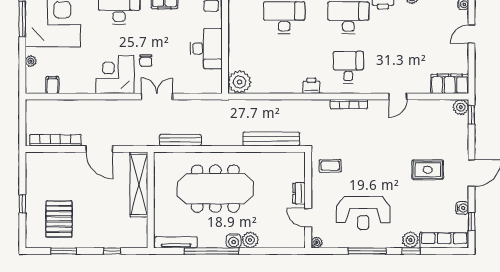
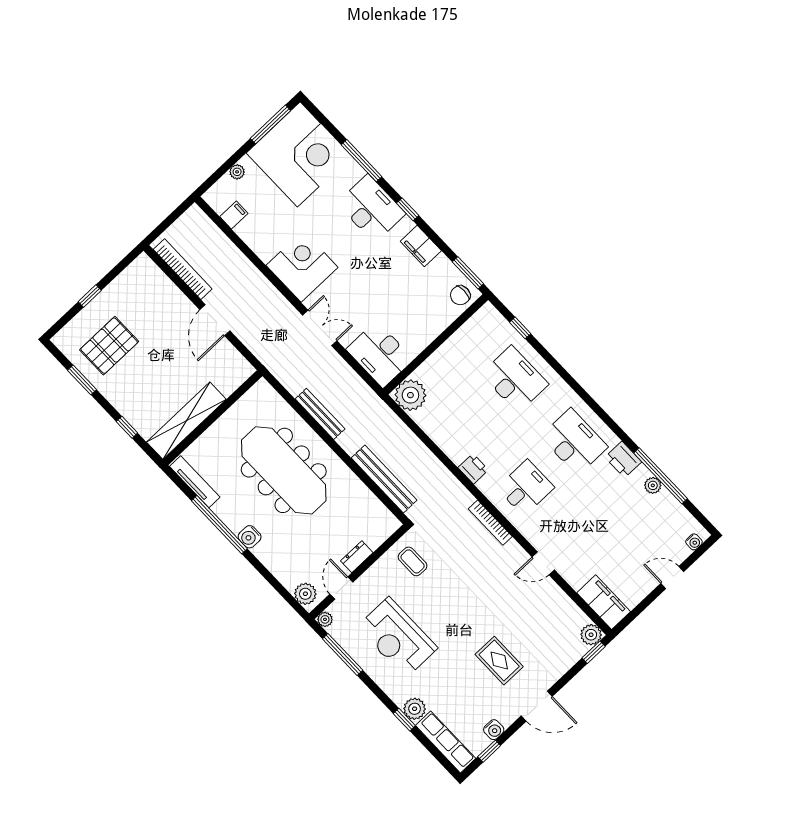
desk: (206, 49) -> (380, 354), moved, turned 90
chair: (146, 61) -> (344, 284), removed
bench: (180, 140) -> (320, 414), moved
shelving: (139, 184) -> (186, 421), moved
plant: (250, 240) -> (305, 594), moved
window: (367, 251) -> (343, 655), moved

